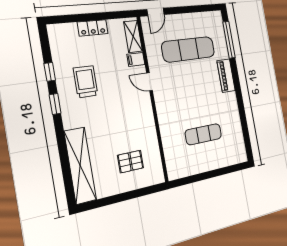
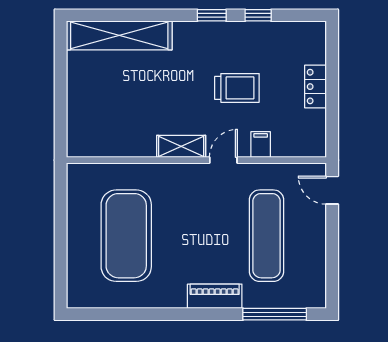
shelving: (133, 36) -> (181, 146), moved
trolley: (86, 82) -> (237, 88), moved
exercise mat: (203, 134) -> (126, 236), width x2.00, depth x1.45
pallet: (130, 162) -> (109, 109), removed

